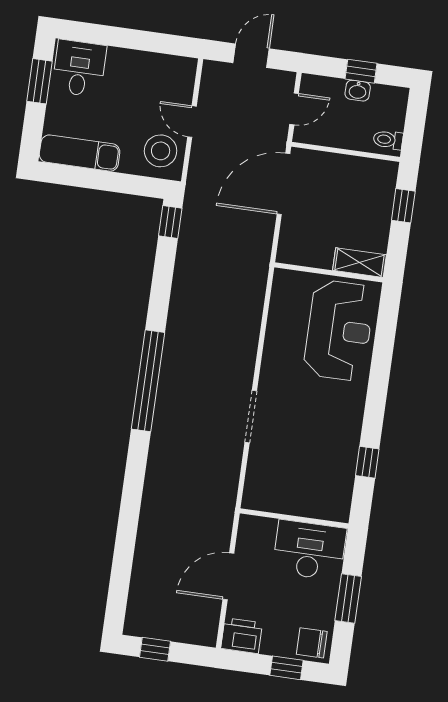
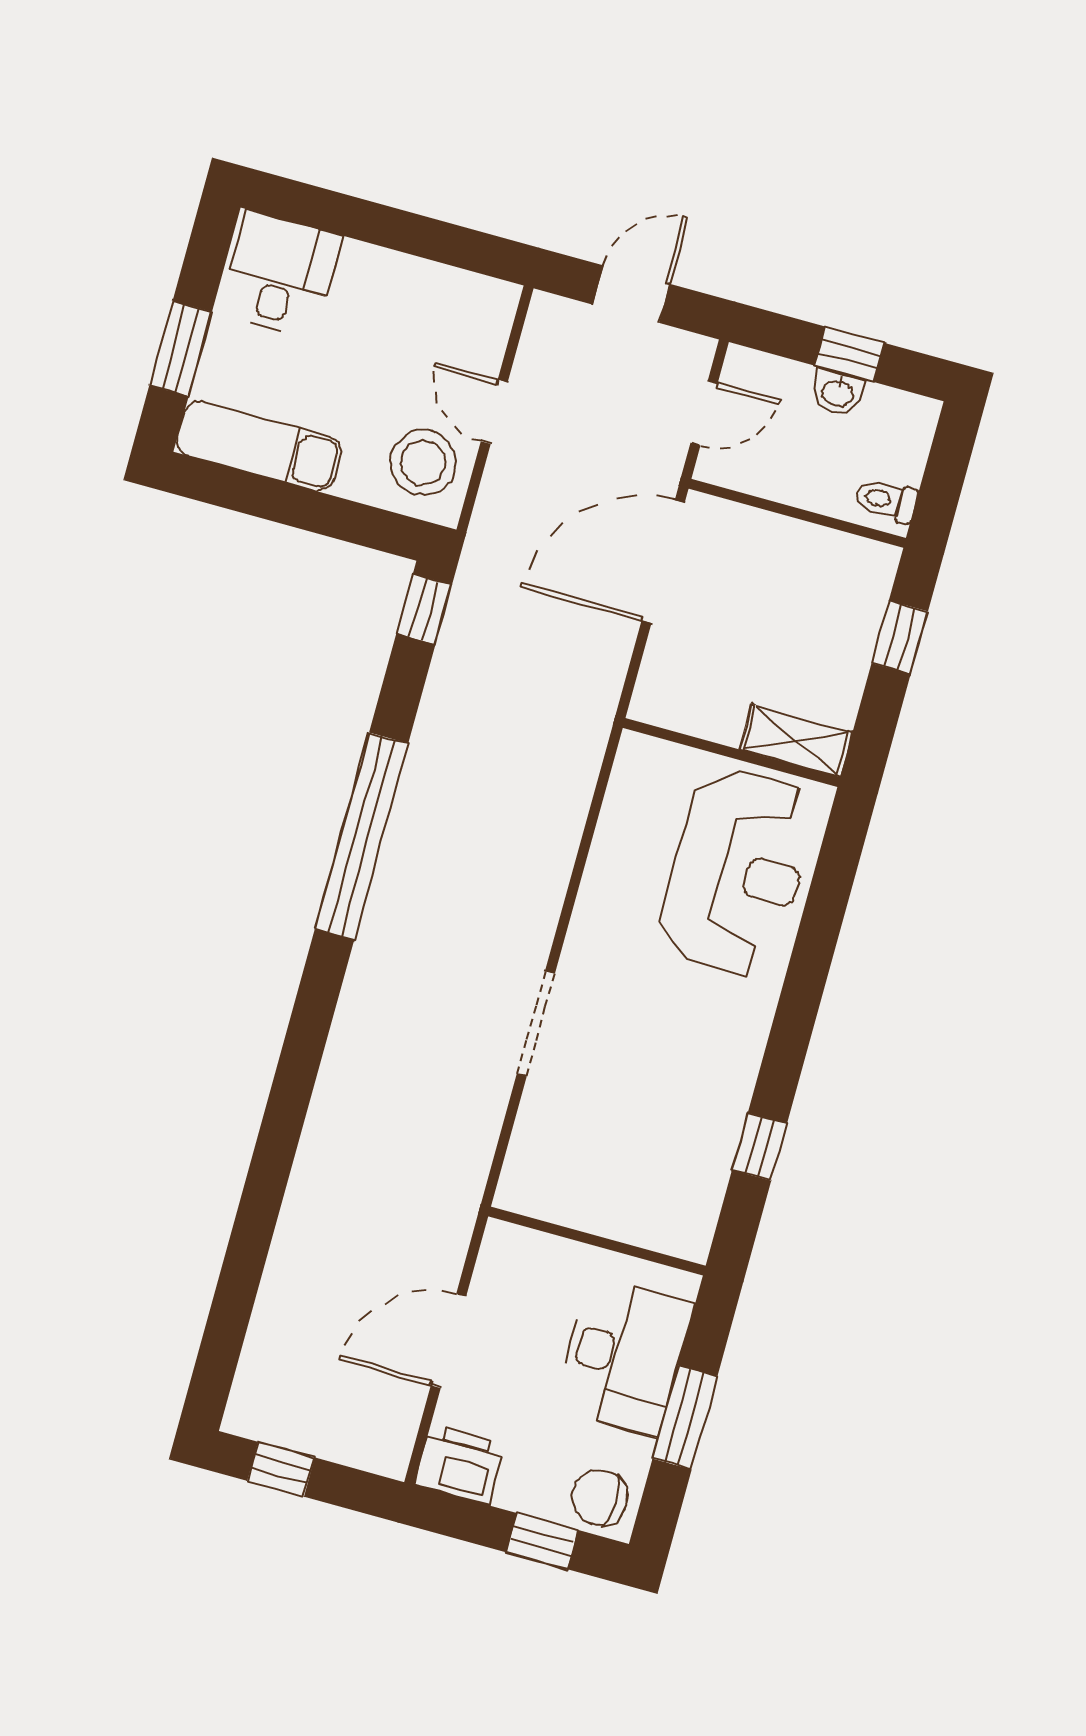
window: (40, 81) -> (181, 349), moved
window: (148, 381) -> (362, 836), moved
desk: (309, 550) -> (624, 1356), moved, turned 90

